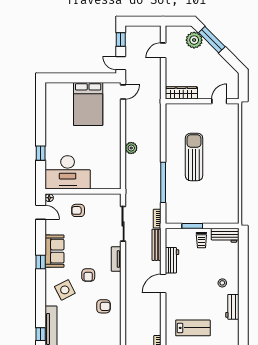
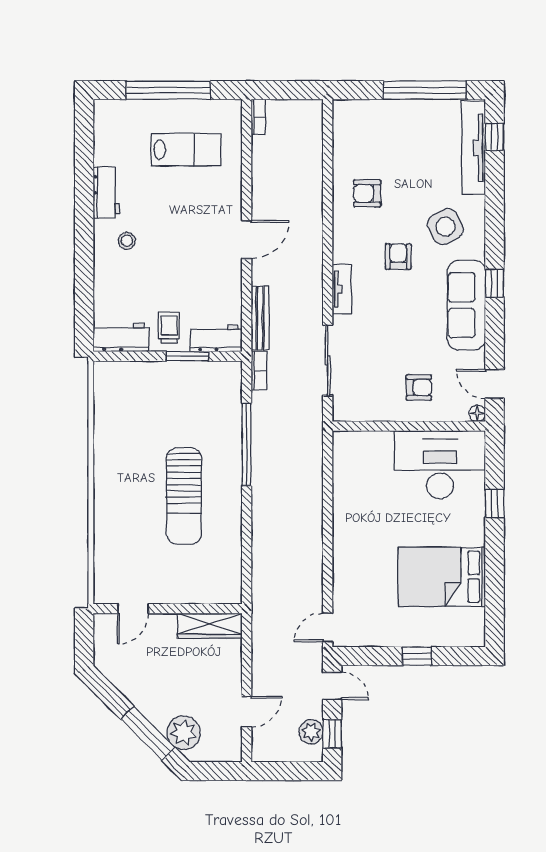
window: (79, 78) -> (417, 656), added
bed: (88, 104) -> (442, 577), moved, turned -90
plant: (131, 148) -> (311, 732), moved
sofa: (55, 251) -> (466, 305), width x1.36
workbench: (172, 260) -> (216, 338), moved, turned 90
lab bench: (193, 328) -> (186, 150), turned 180

